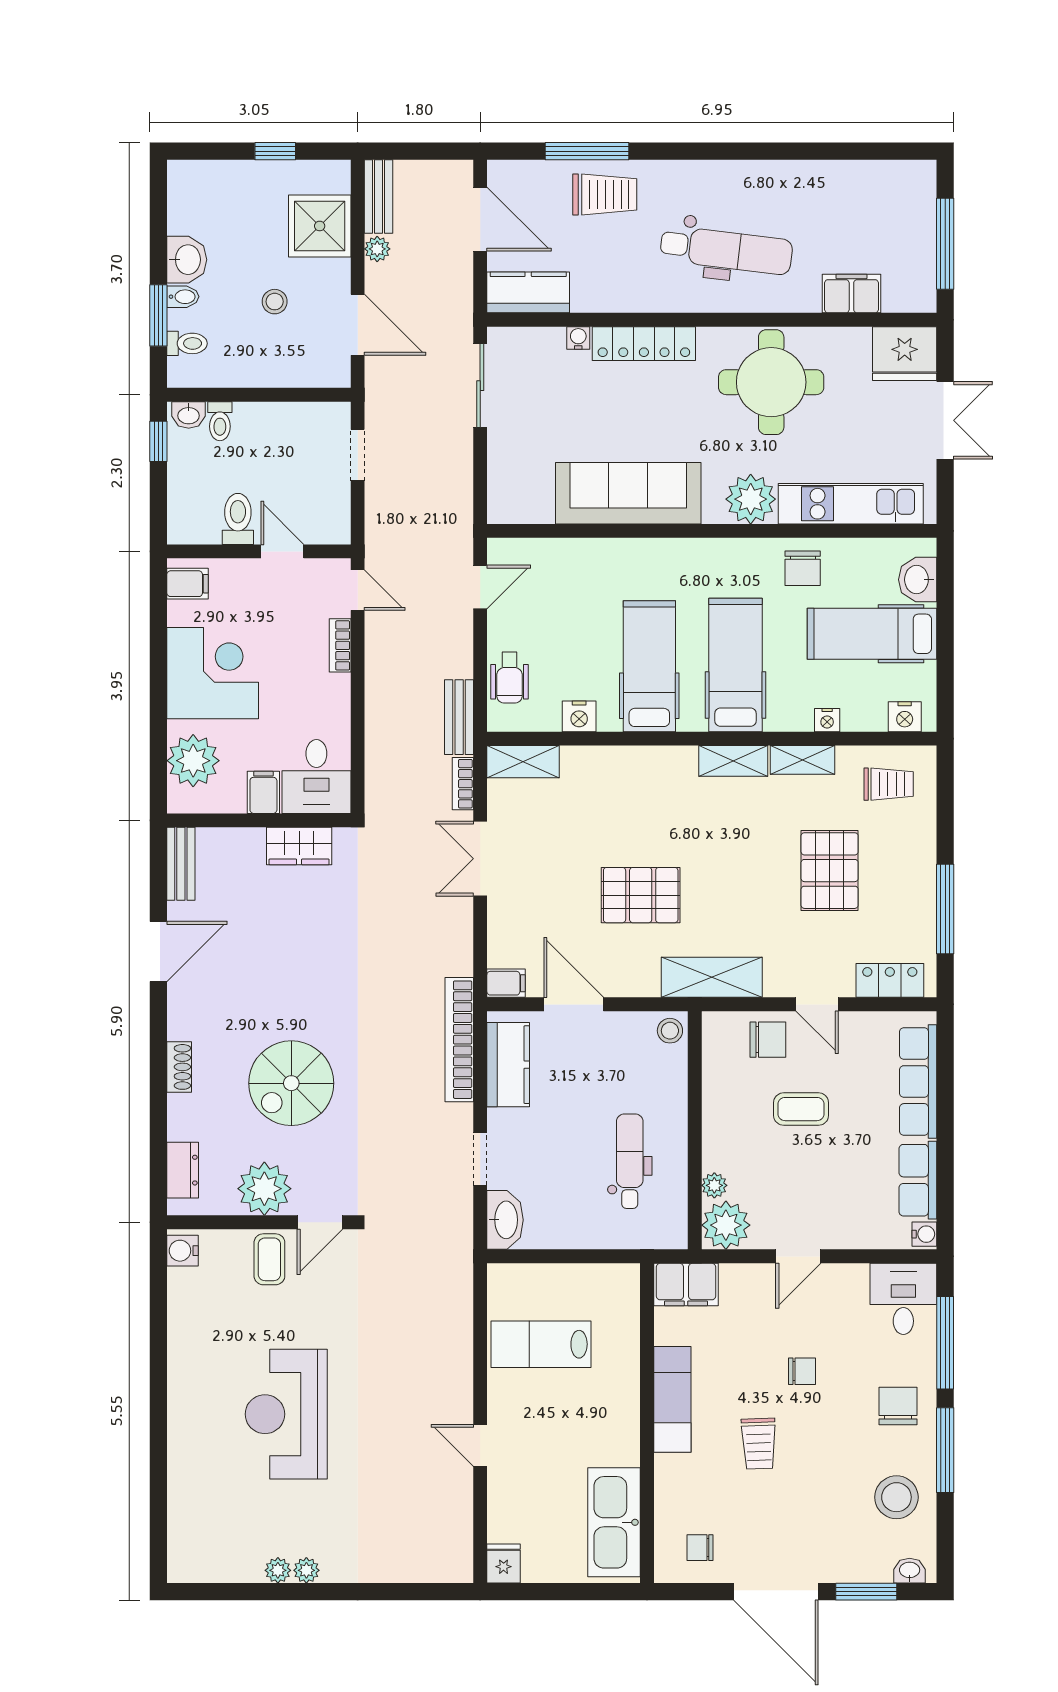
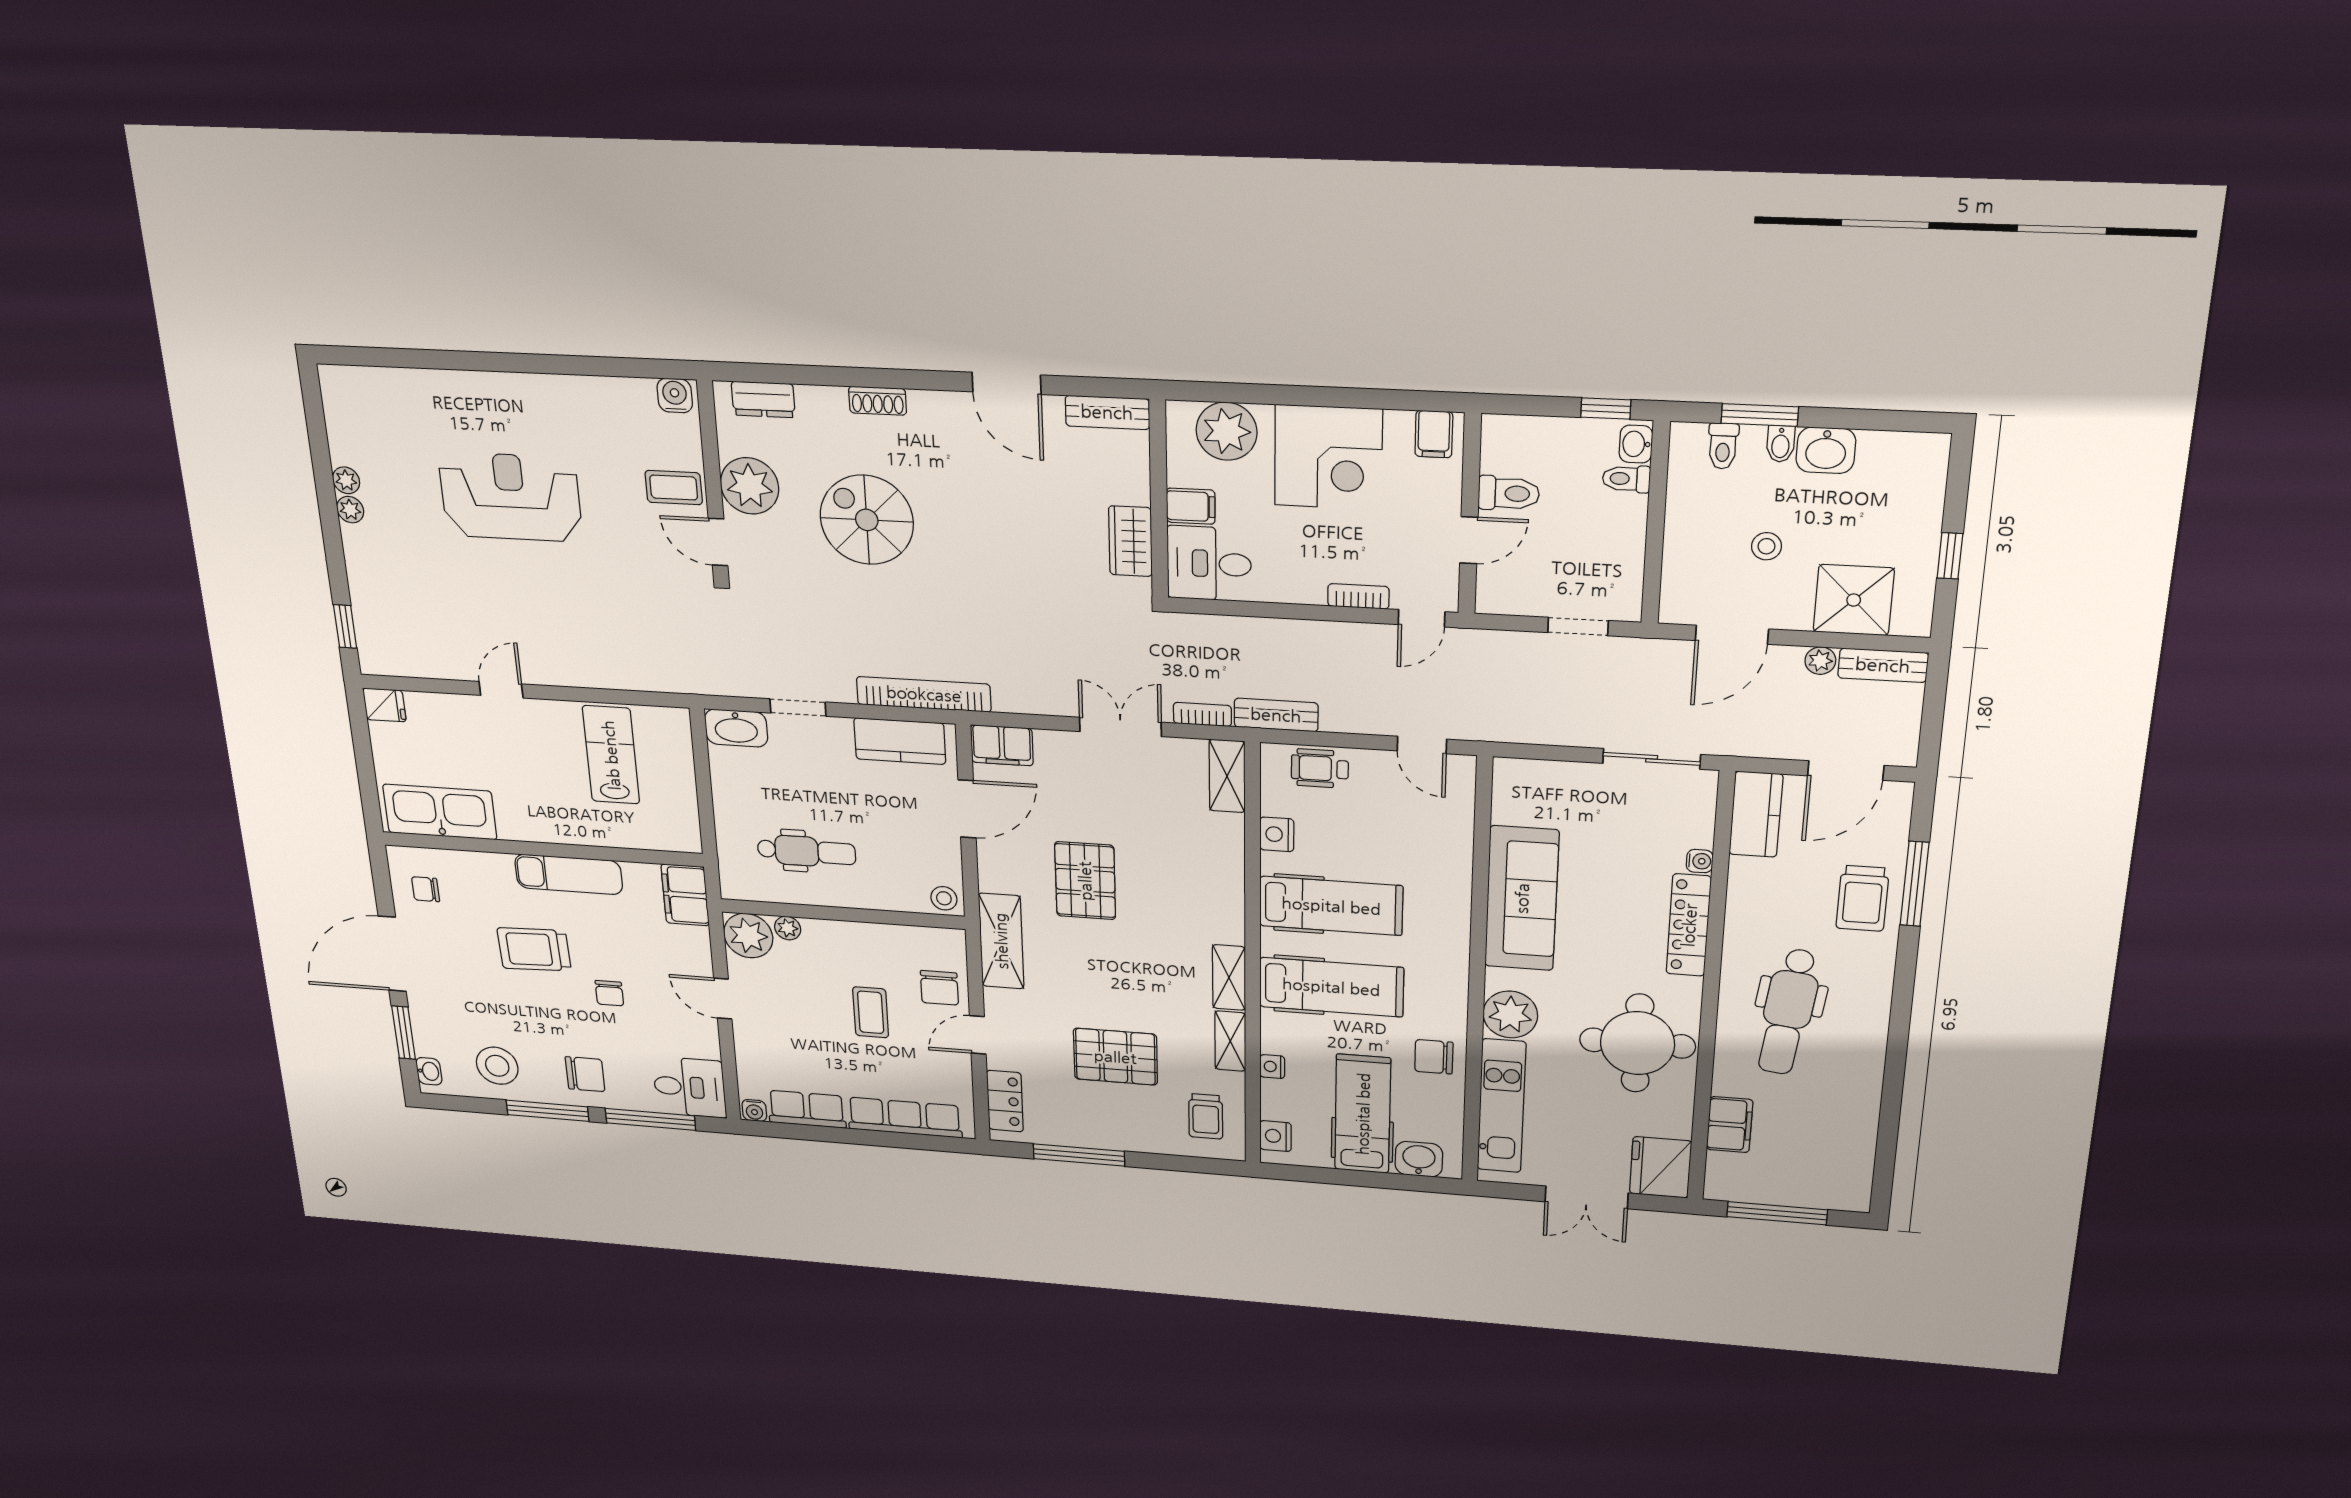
filing cabinet: (506, 983) -> (1002, 745), width x2.00
trolley: (759, 1444) -> (534, 949), width x1.36, depth x1.39
chair: (700, 1548) -> (425, 889), turned -90
window: (424, 1592) -> (345, 626), added

